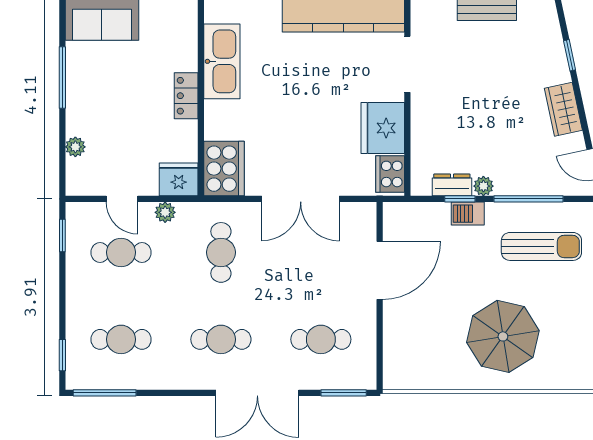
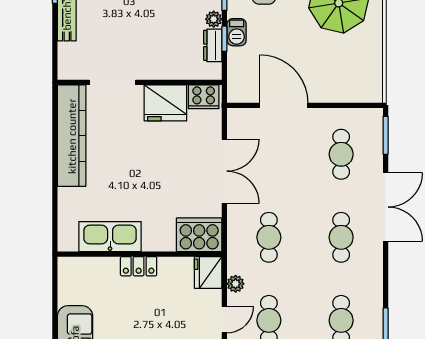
cafe table: (221, 252) -> (269, 237), turned 90

